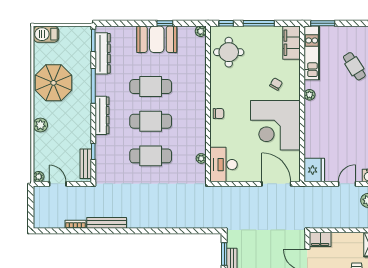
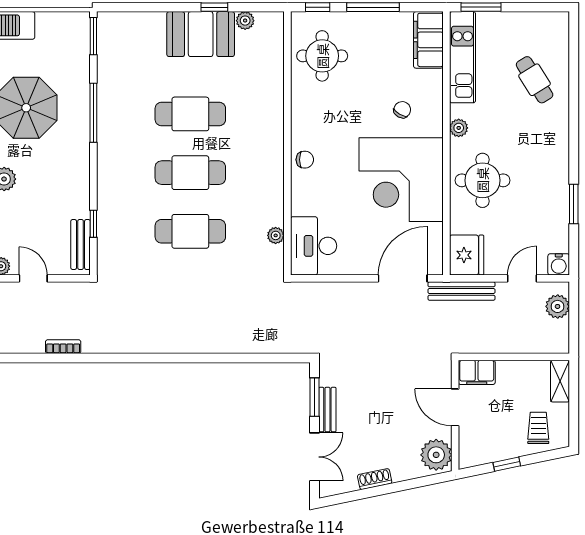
plant: (201, 31) -> (245, 21), moved
dresser: (103, 53) -> (109, 58), removed
dresser: (102, 115) -> (108, 163), removed
round table: (324, 126) -> (482, 180), added
door: (276, 184) -> (403, 278), hinge flipped
bench: (107, 223) -> (461, 291), moved

